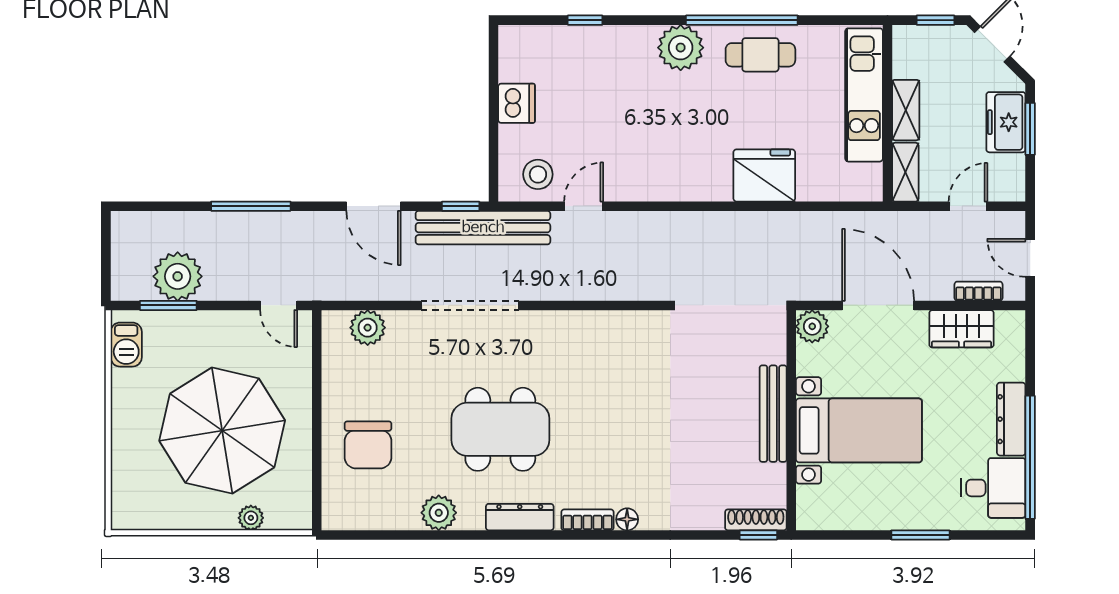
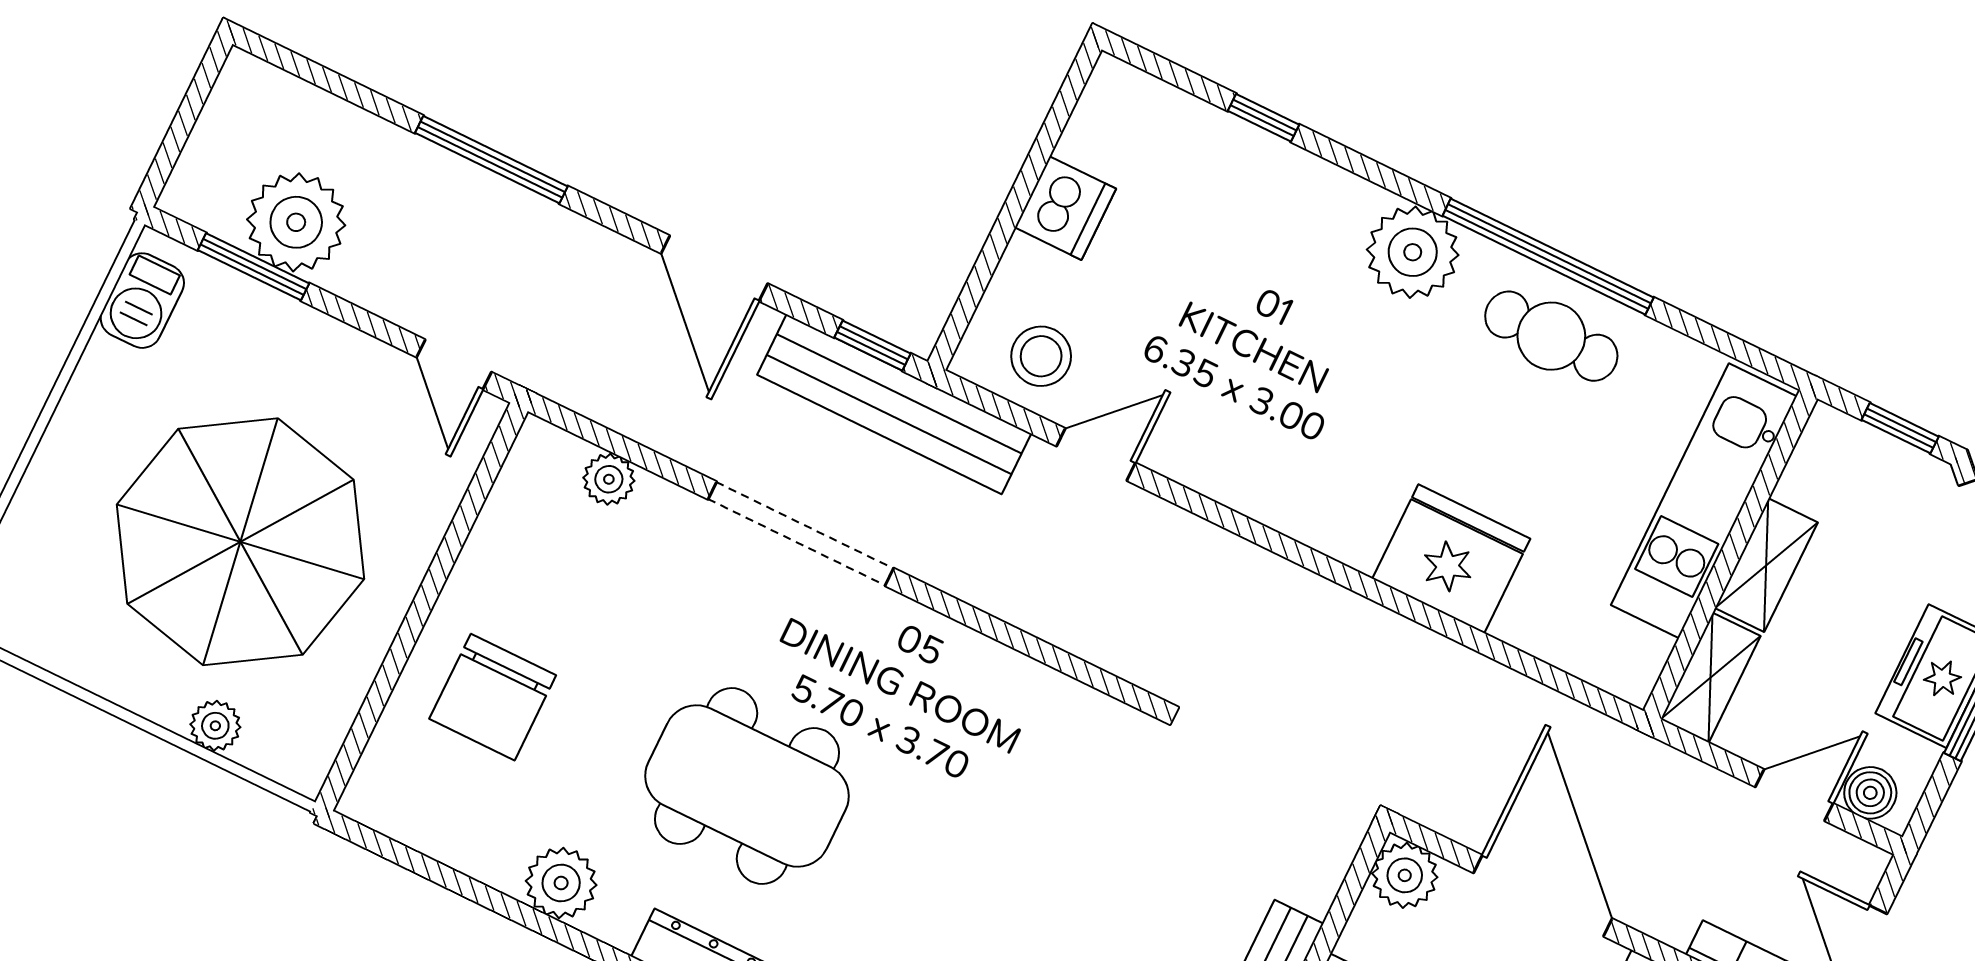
boiler: (1001, 189) -> (1870, 793), added
plant: (368, 328) -> (609, 479), width x0.73, depth x0.73

